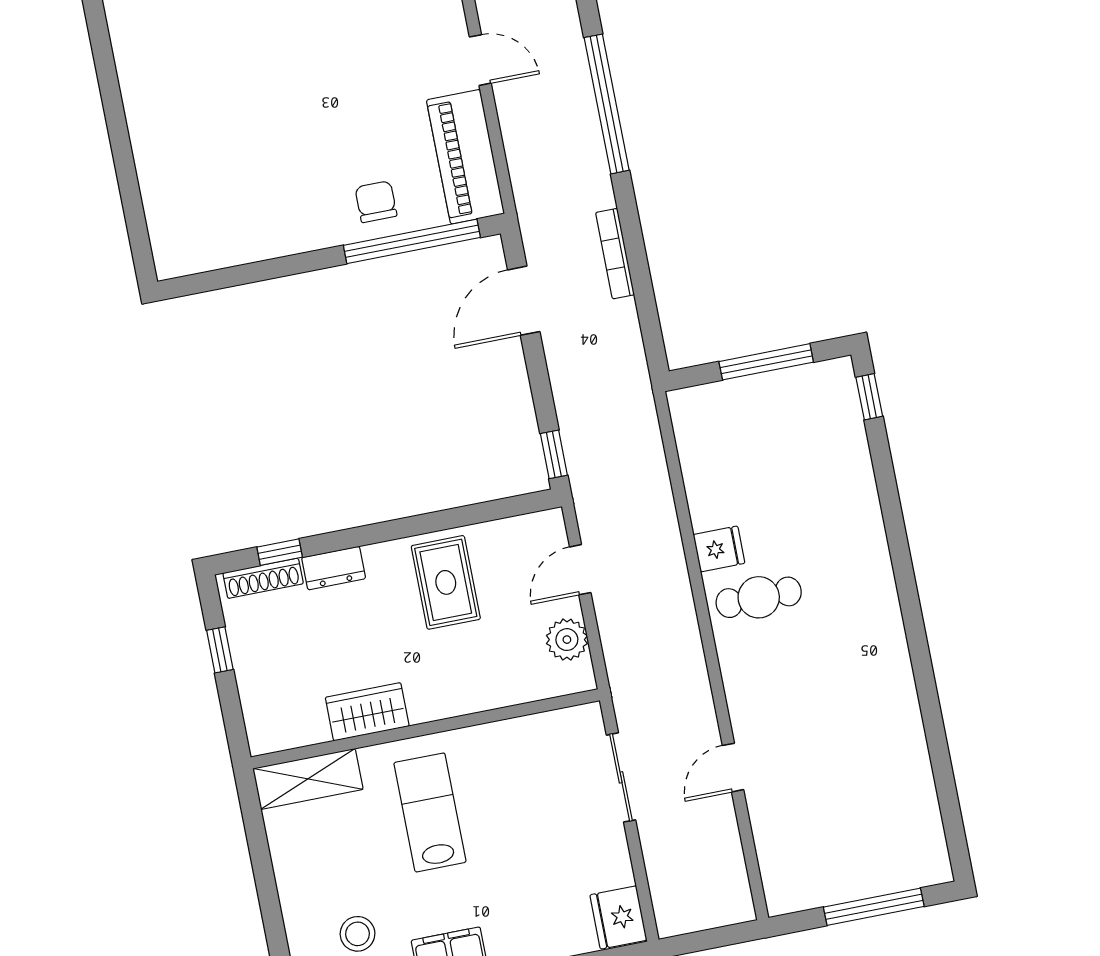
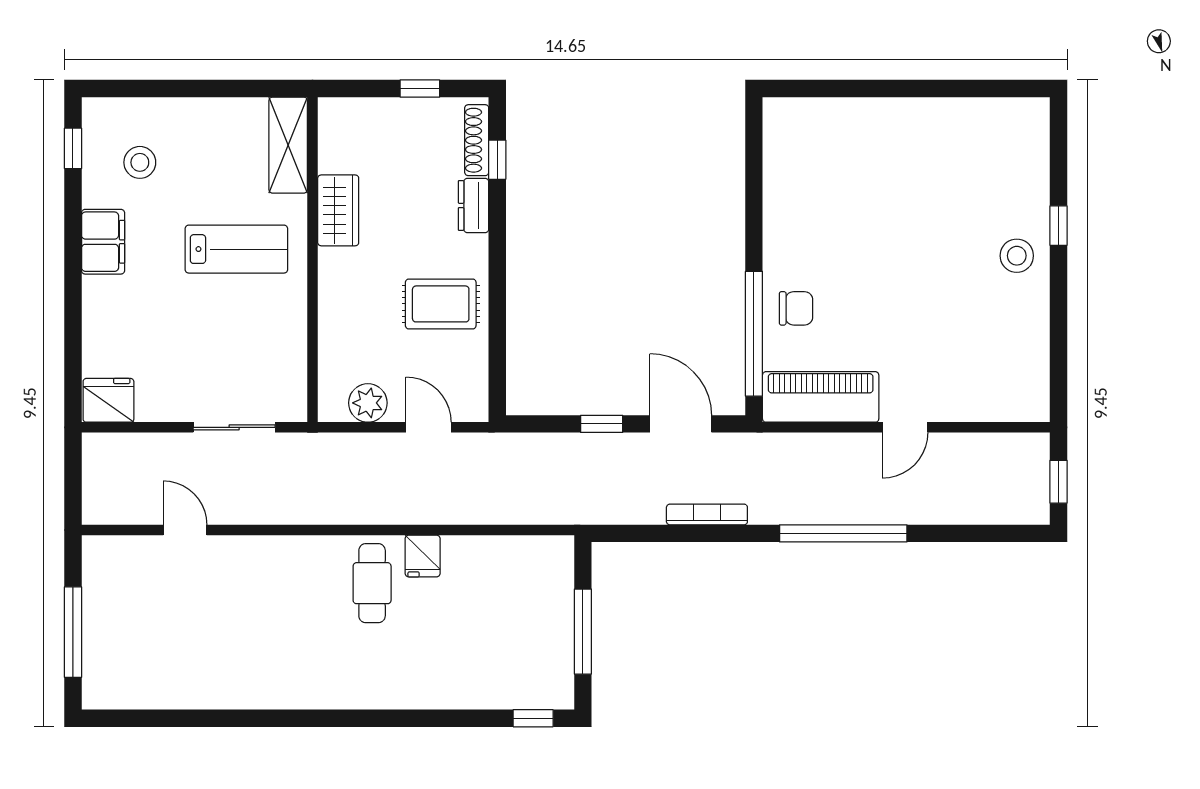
window: (554, 454) -> (602, 424), moved
door: (733, 768) -> (185, 530), moved

